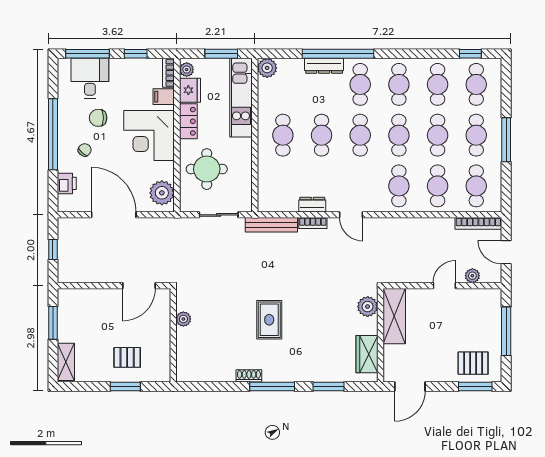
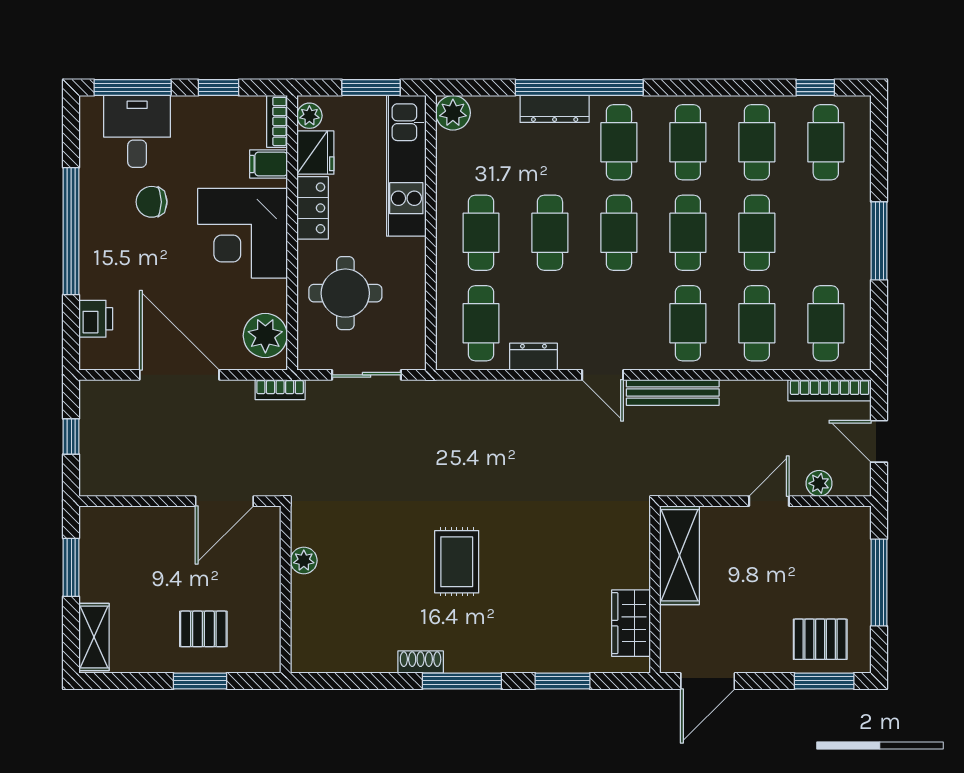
cafe table: (476, 135) -> (481, 323), moved
chair: (85, 150) -> (128, 259), removed
bookcase: (313, 223) -> (280, 390), moved
bench: (271, 225) -> (673, 392), moved
plant: (368, 307) -> (632, 538), removed

